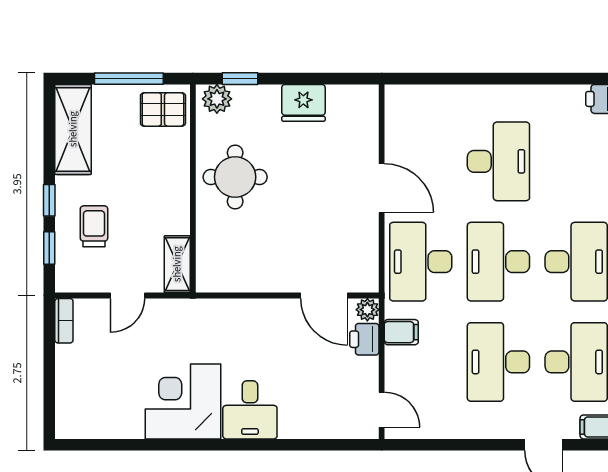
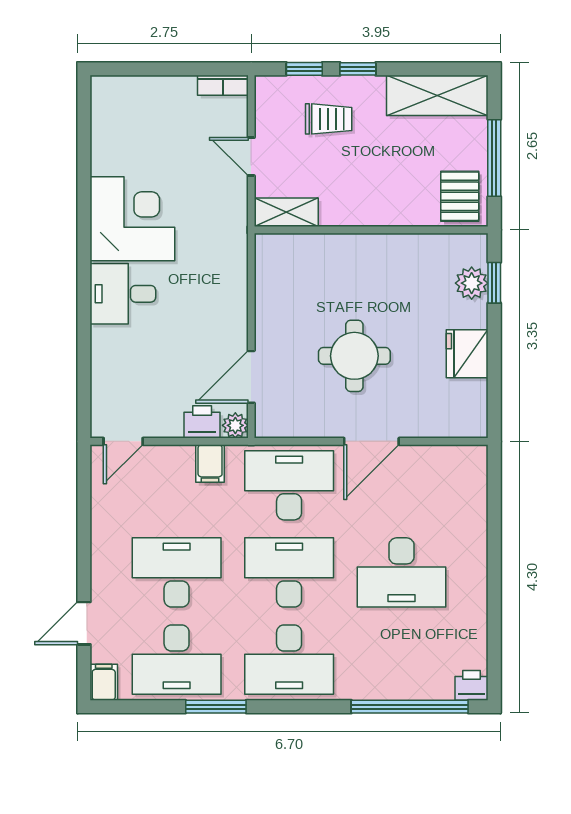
plant: (217, 99) -> (472, 283), moved
round table: (235, 177) -> (354, 356), moved

